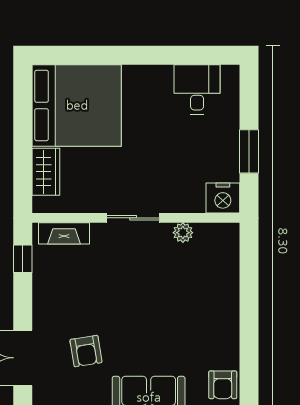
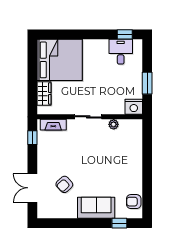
window: (205, 55) -> (125, 34), added
armchair: (86, 351) -> (64, 184), turned 56
armchair: (223, 385) -> (134, 202), turned 90

